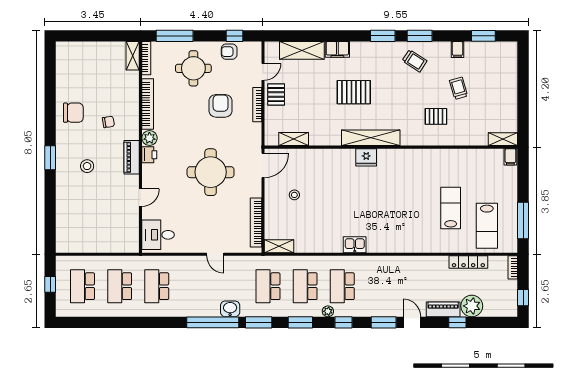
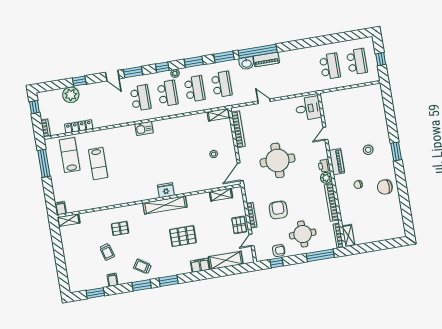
armchair: (221, 106) -> (278, 210), turned 180
kitchen sink: (355, 245) -> (144, 128), moved
school desk: (157, 286) -> (141, 98), moved
piano: (443, 309) -> (266, 60), moved

